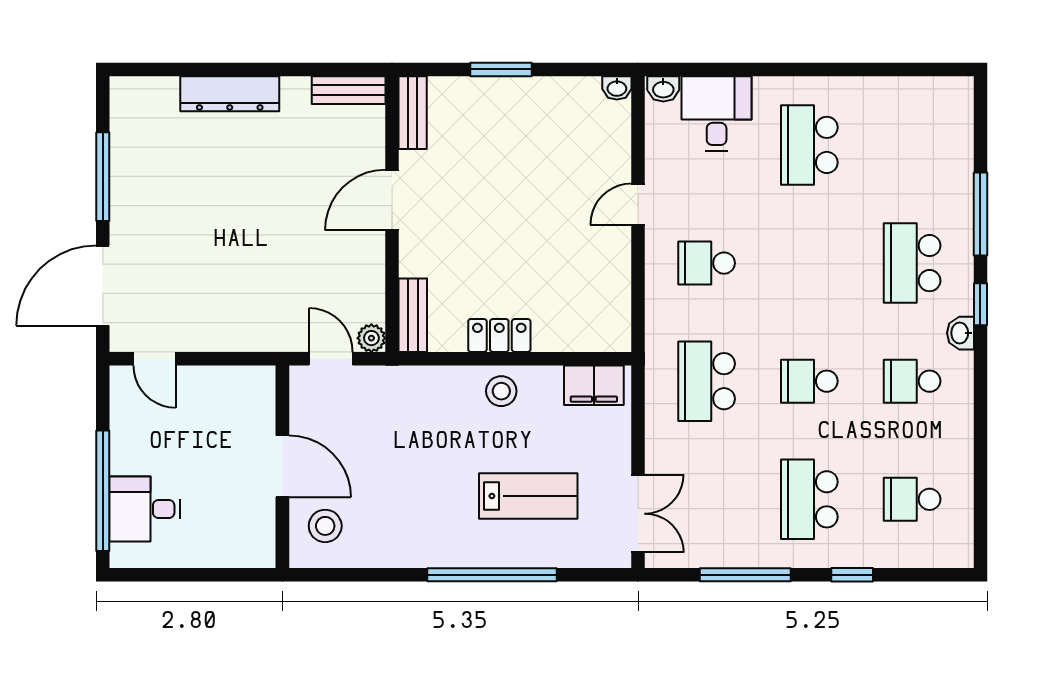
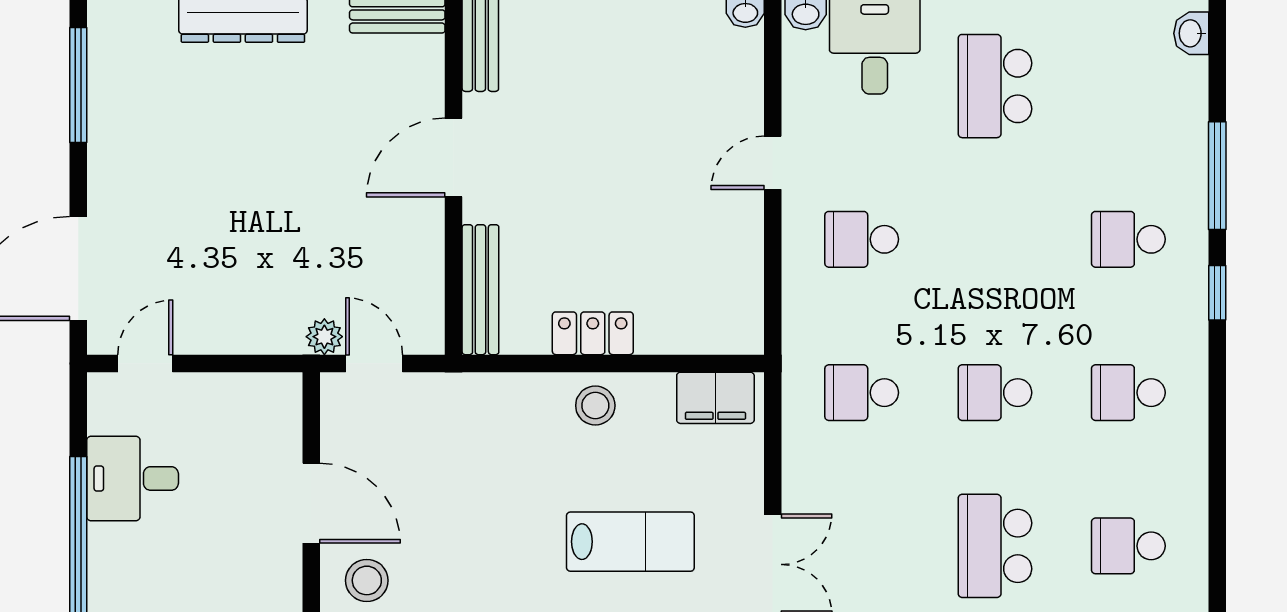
window: (103, 177) -> (78, 85), moved
school desk: (912, 263) -> (1128, 239), width x0.54
bench: (413, 315) -> (480, 290), width x1.36
washbasin: (960, 333) -> (1191, 33), moved
plant: (371, 338) -> (324, 337), moved
door: (154, 359) -> (145, 363), swing flipped
school desk: (707, 381) -> (862, 393), width x0.54
desk: (145, 509) -> (133, 478), moved

